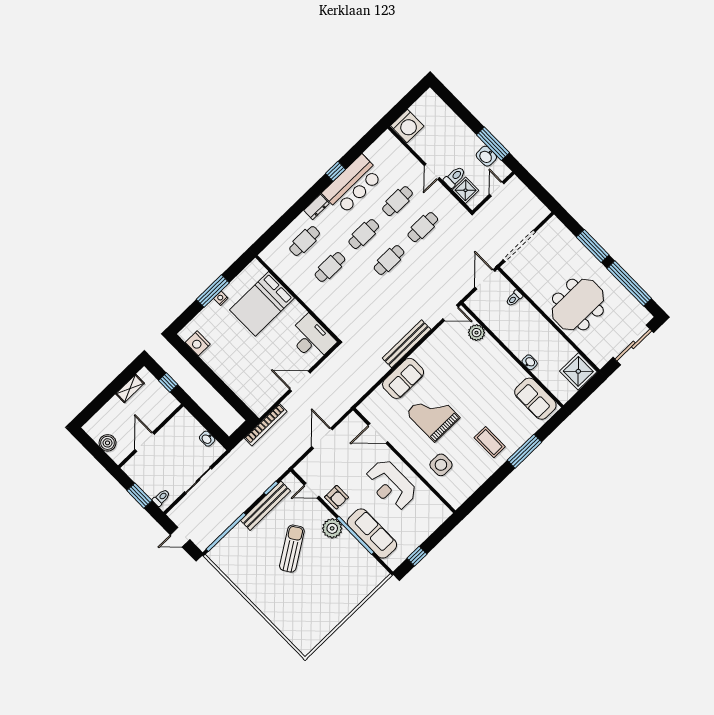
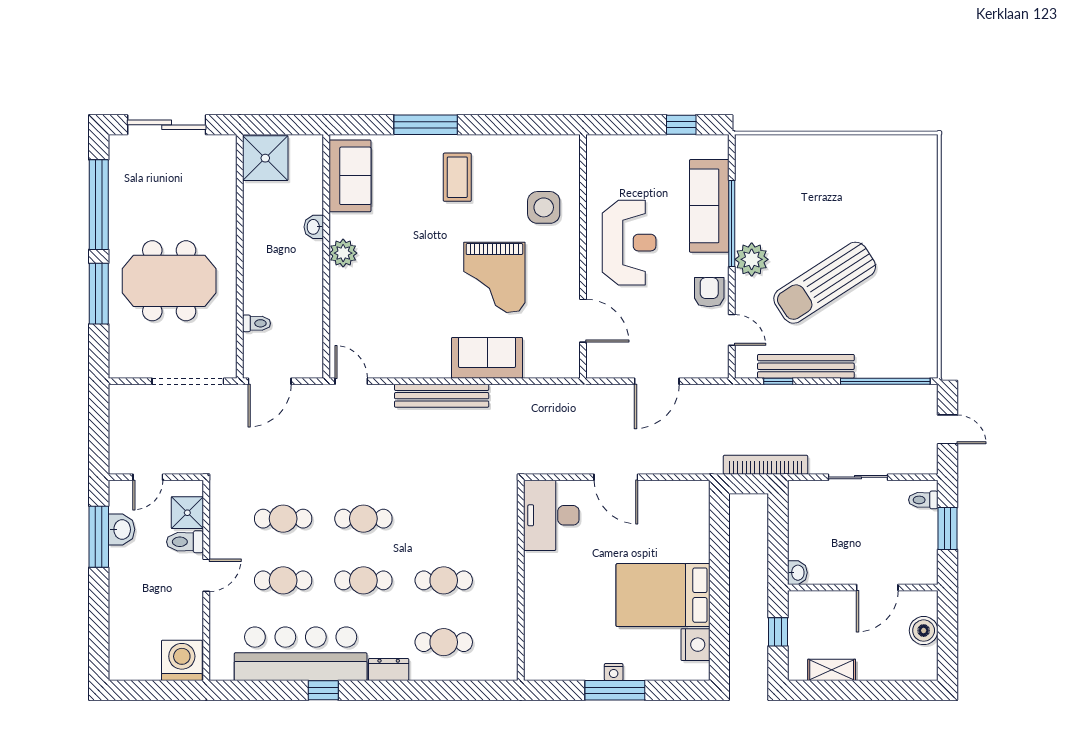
bar counter: (353, 185) -> (301, 654), width x1.36
bed: (262, 304) -> (663, 595), moved, turned 180
meeting table: (578, 305) -> (169, 281), moved
plant: (477, 333) -> (343, 253), moved
bookcase: (266, 425) -> (766, 465), moved
washbasin: (207, 439) -> (797, 573), moved
sun lounger: (292, 549) -> (825, 283), width x1.36, depth x1.34

